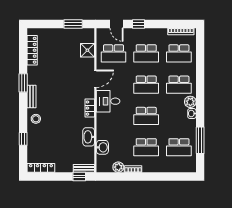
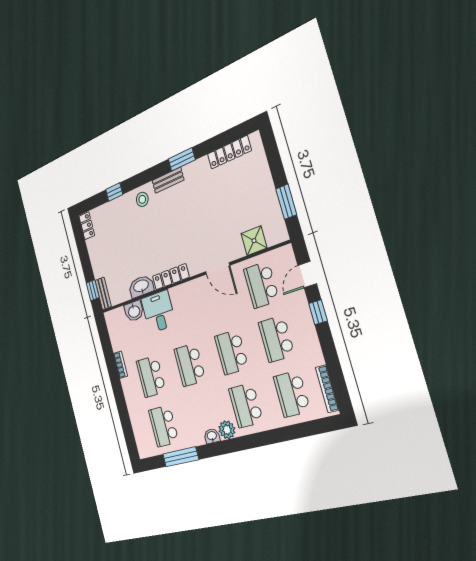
desk: (108, 101) -> (159, 312), moved
locker: (90, 108) -> (171, 277), width x1.53
plant: (118, 167) -> (117, 342), removed
locker: (41, 168) -> (87, 226), width x0.66

